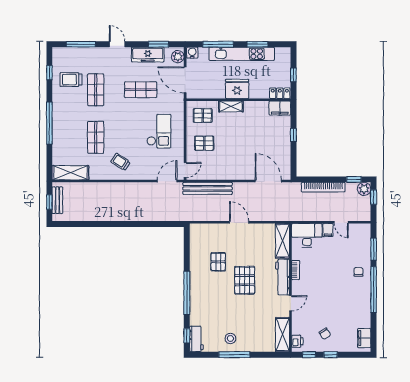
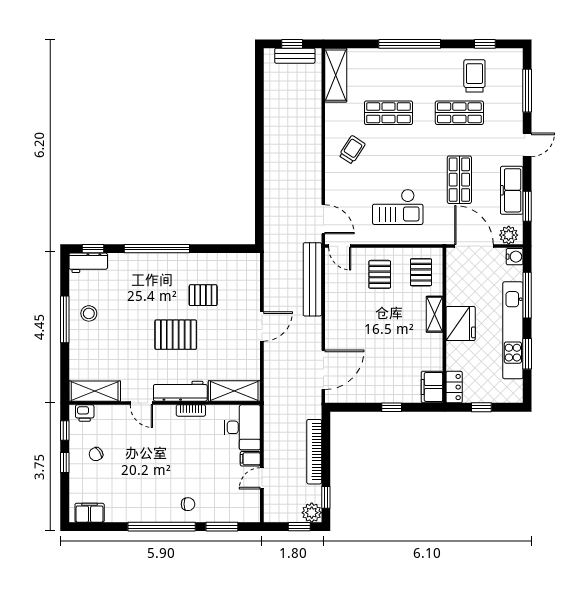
door: (185, 80) -> (474, 246), hinge flipped

